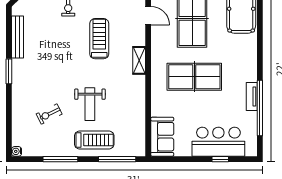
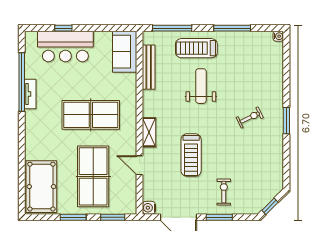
door: (148, 16) -> (139, 165), moved
bench: (18, 37) -> (149, 67), moved
exercise bike: (49, 114) -> (250, 118), moved

